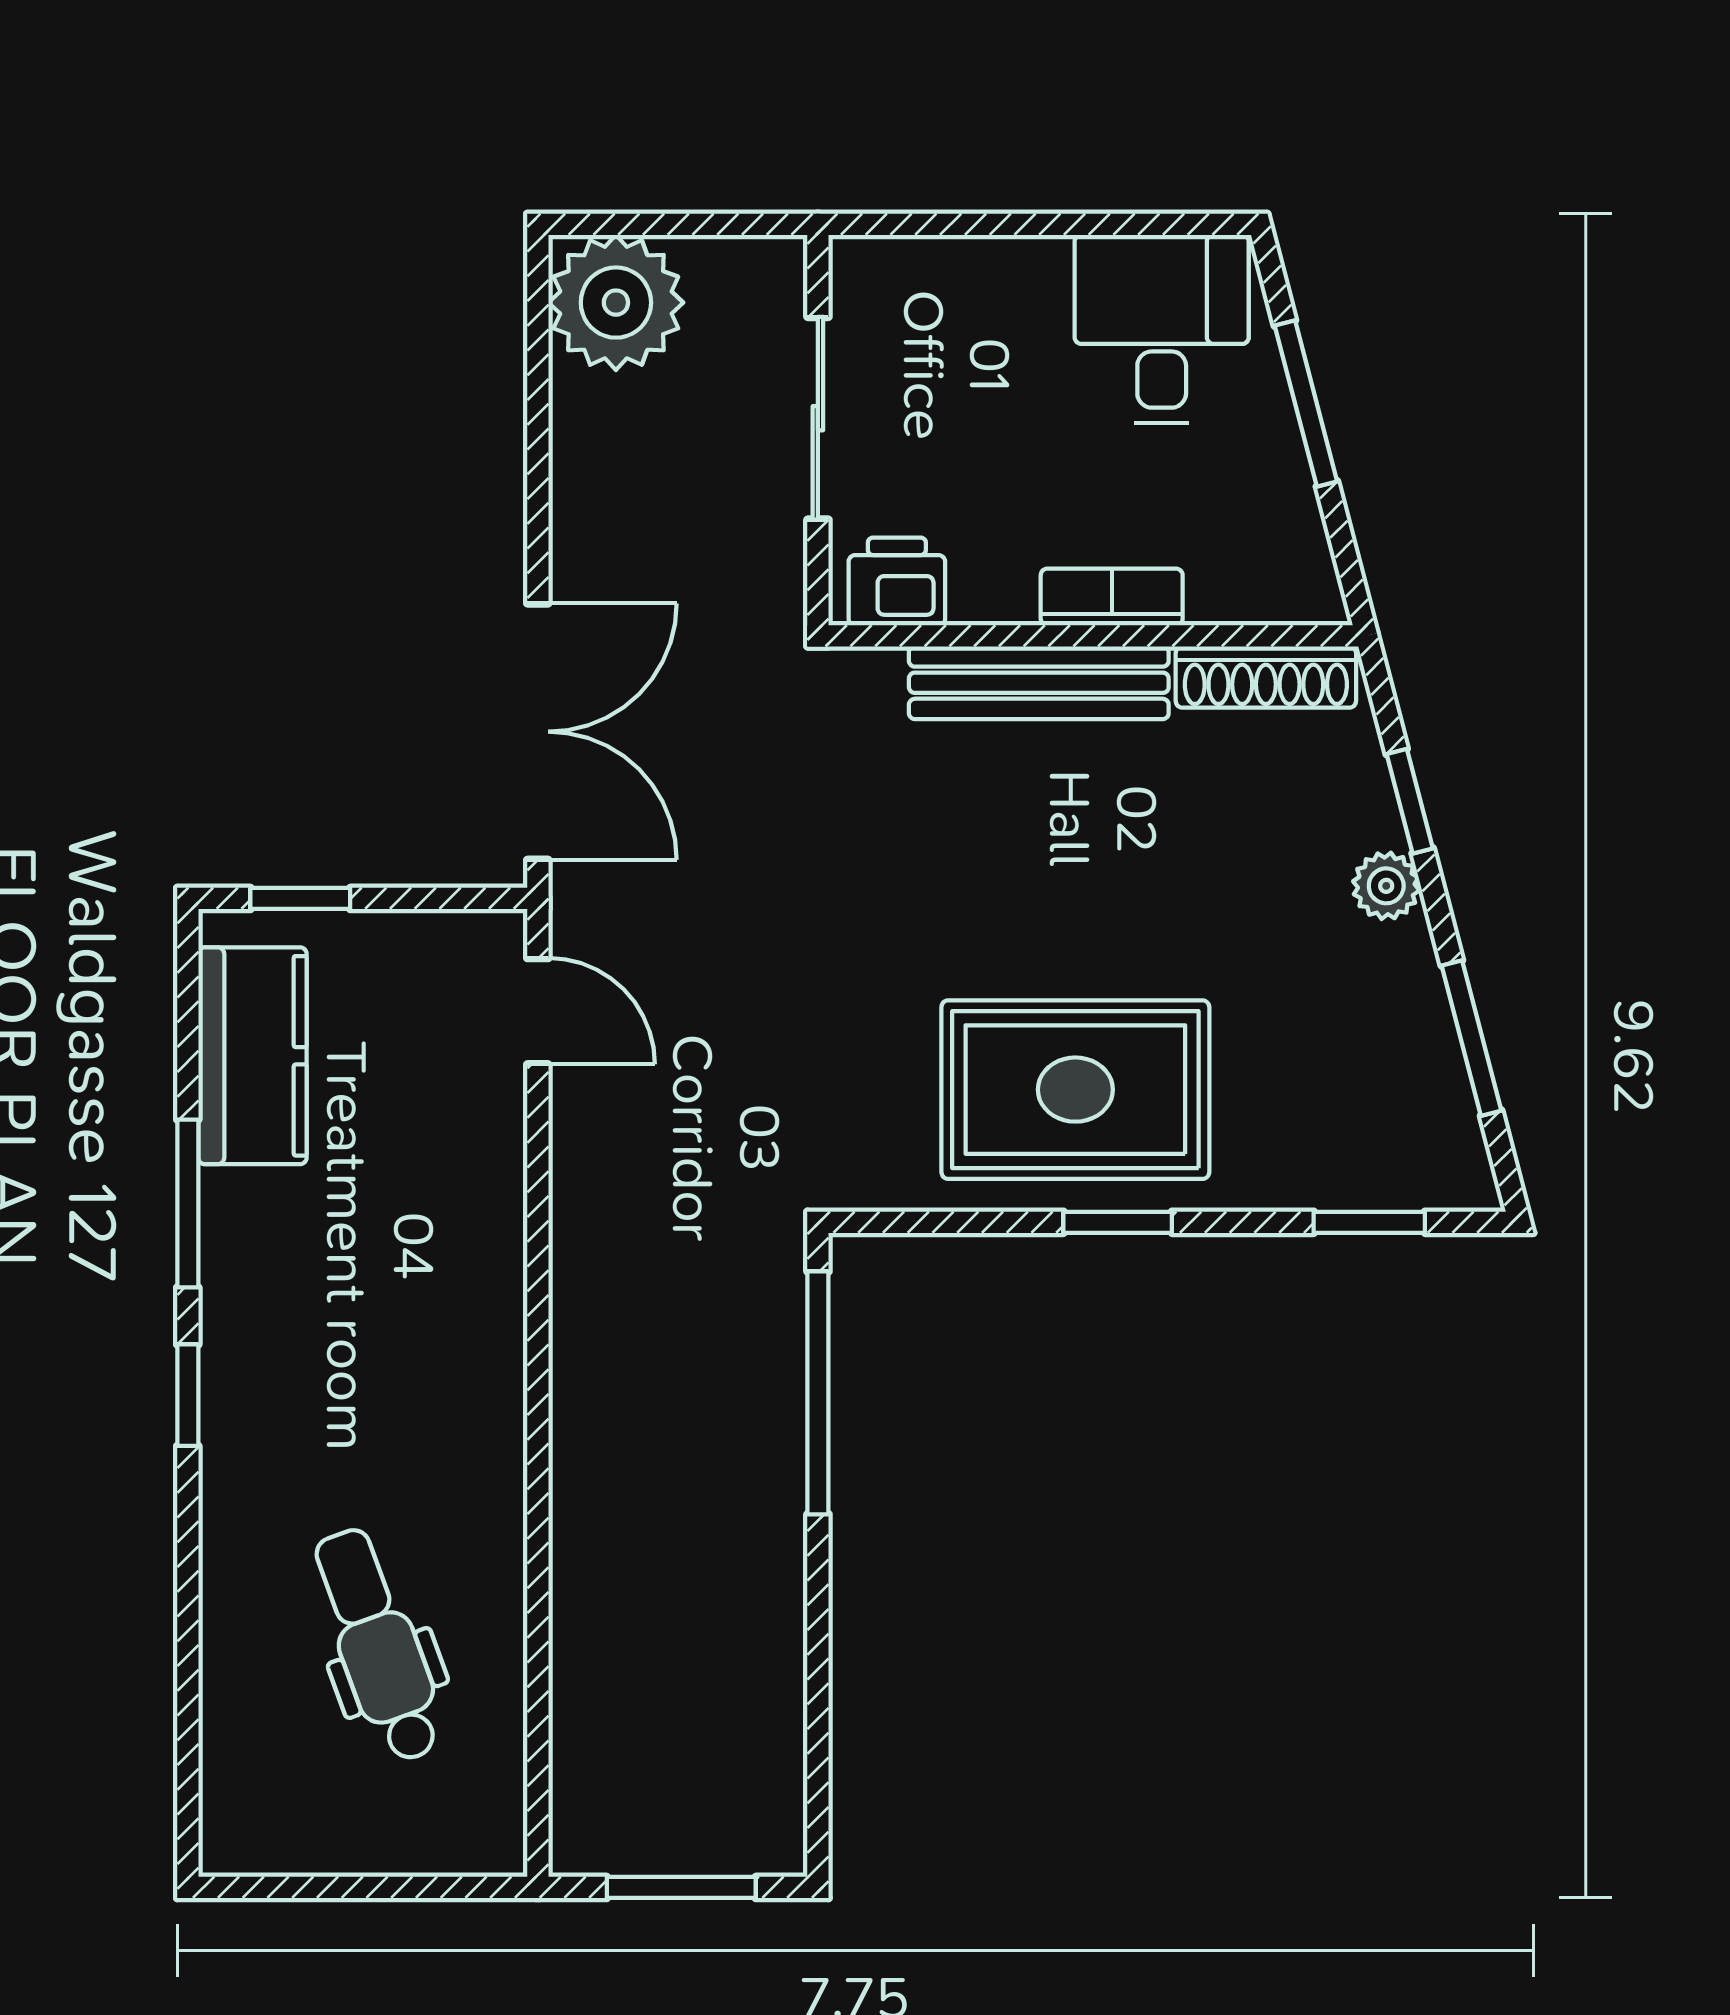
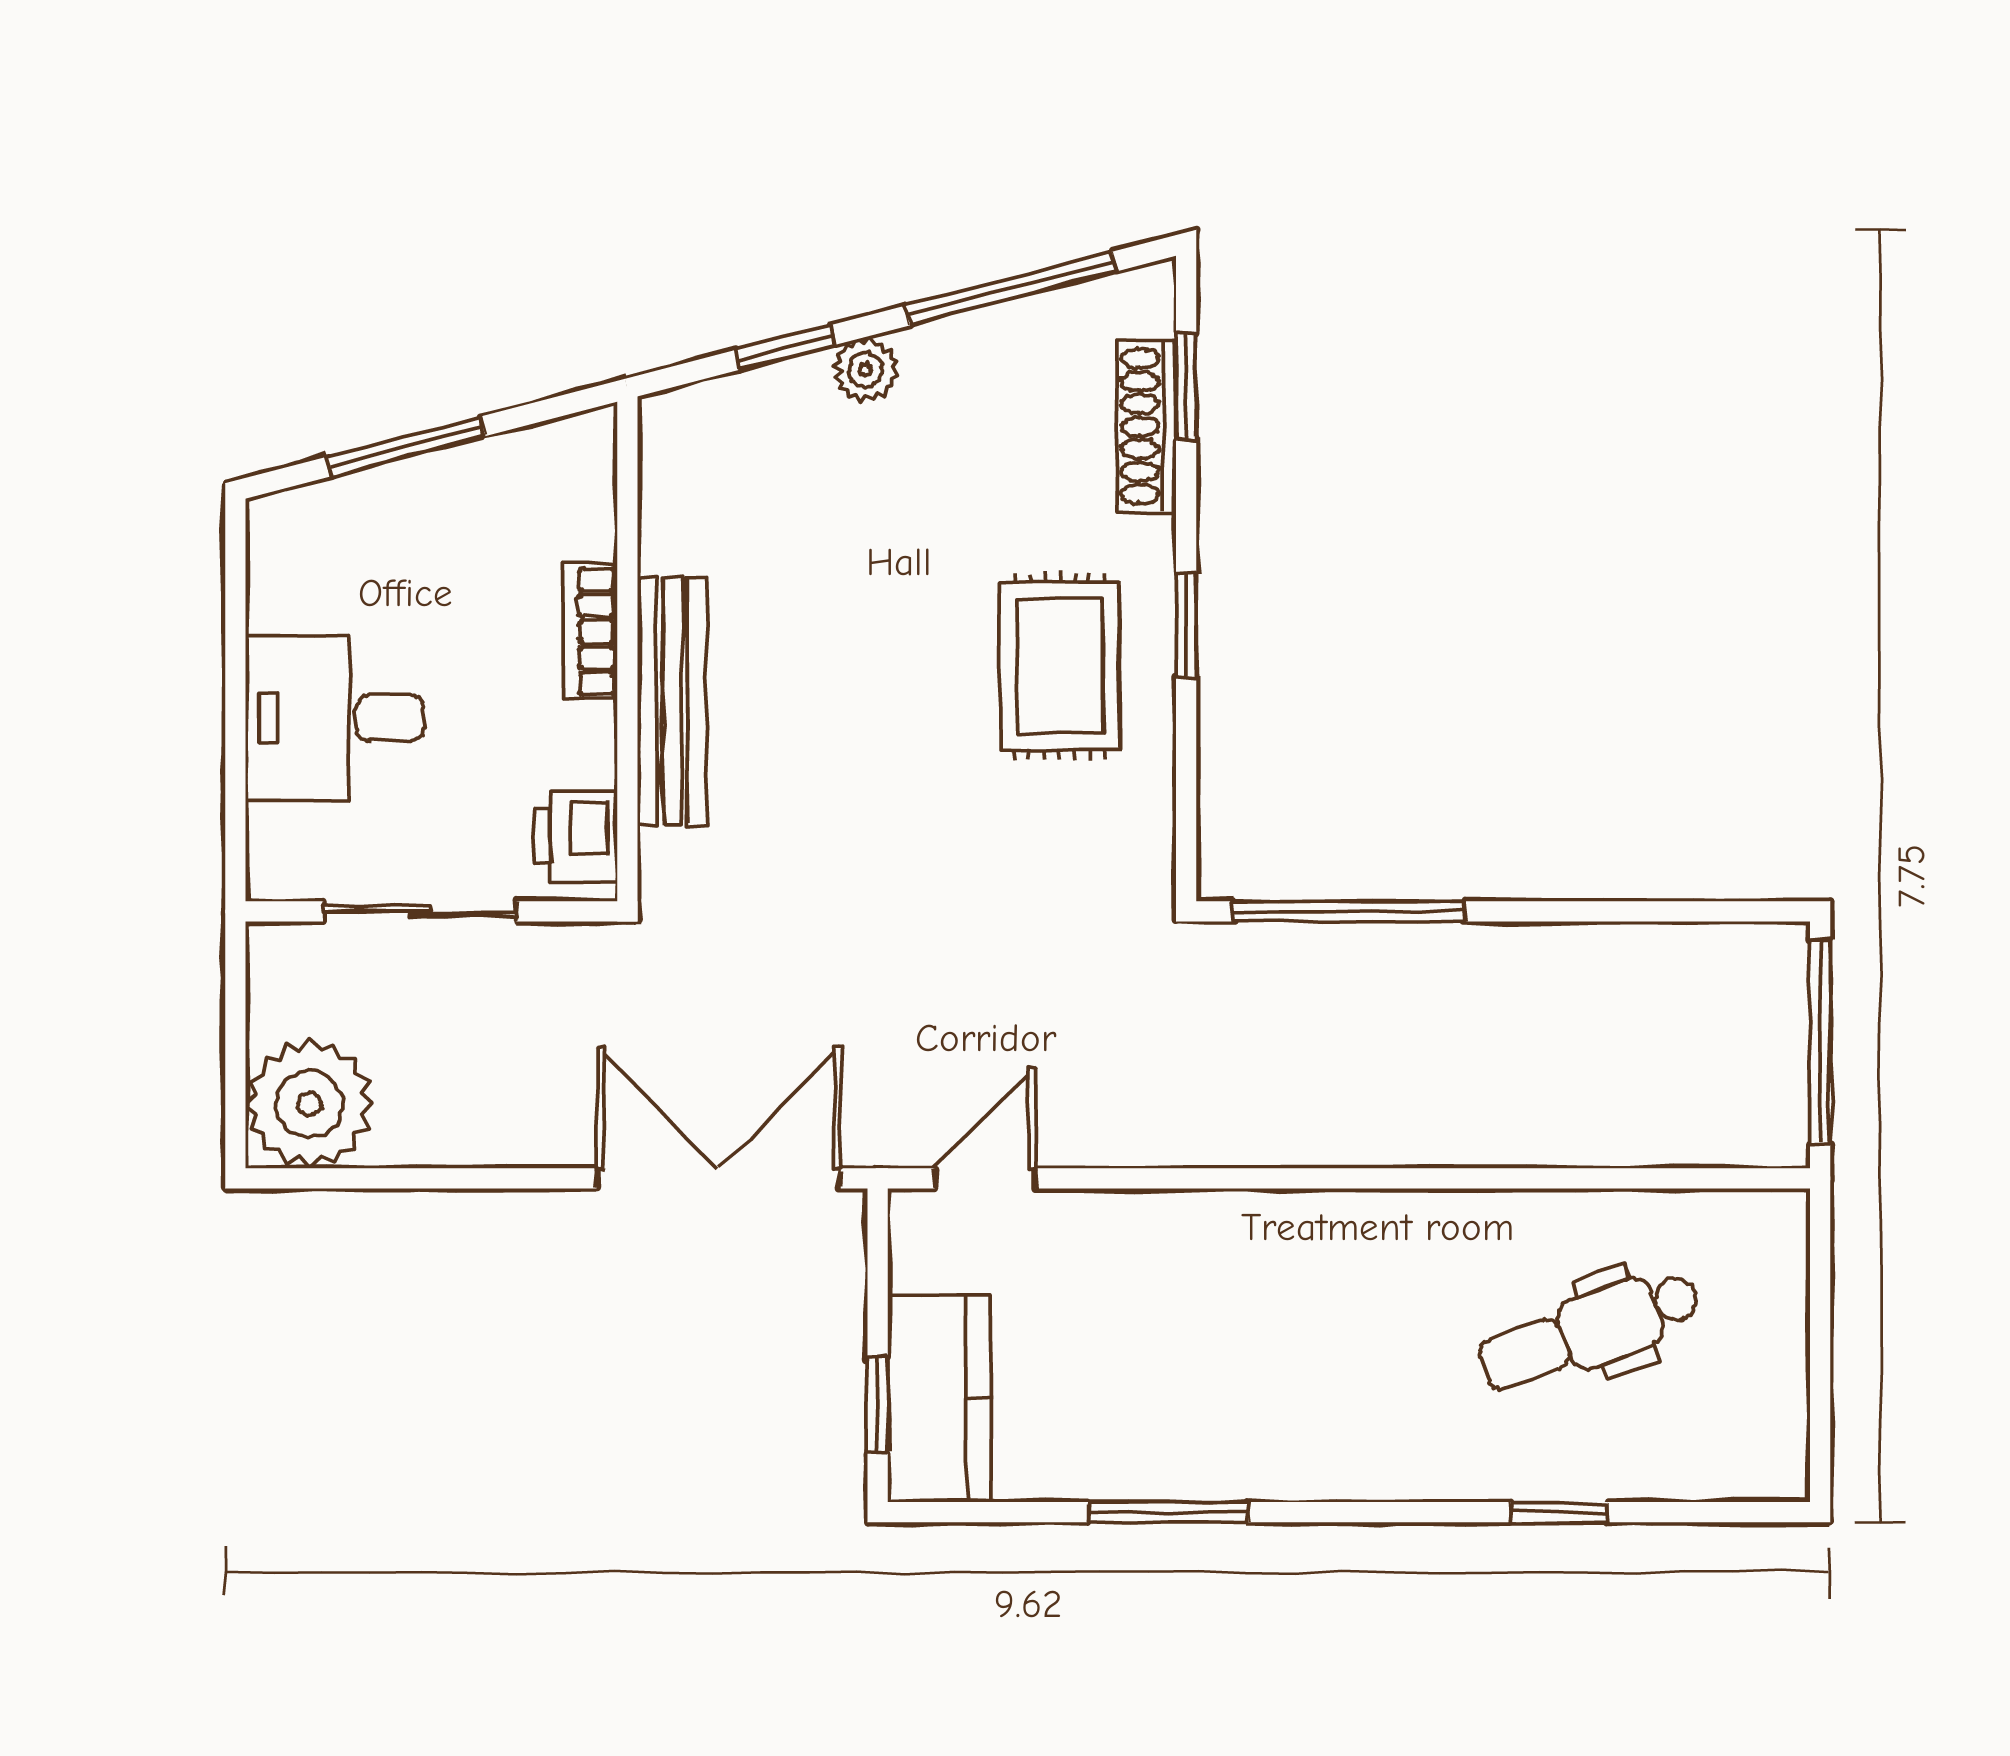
desk: (1162, 329) -> (335, 718), moved
shoe rack: (1266, 677) -> (1147, 427), moved, turned 180
window: (1472, 1038) -> (1011, 289), width x1.44
kitchen counter: (252, 1056) -> (939, 1399), moved, turned 90
rug: (1075, 1090) -> (1060, 666), width x0.73, depth x0.70
window: (188, 1395) -> (1559, 1512), moved
window: (681, 1887) -> (1820, 1042), width x1.44

